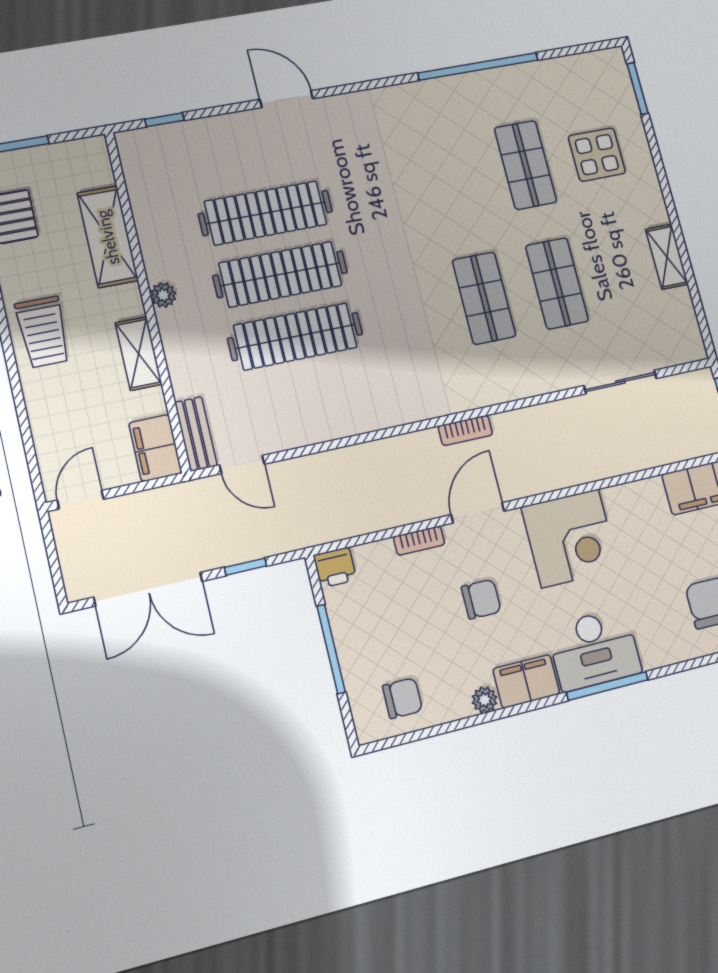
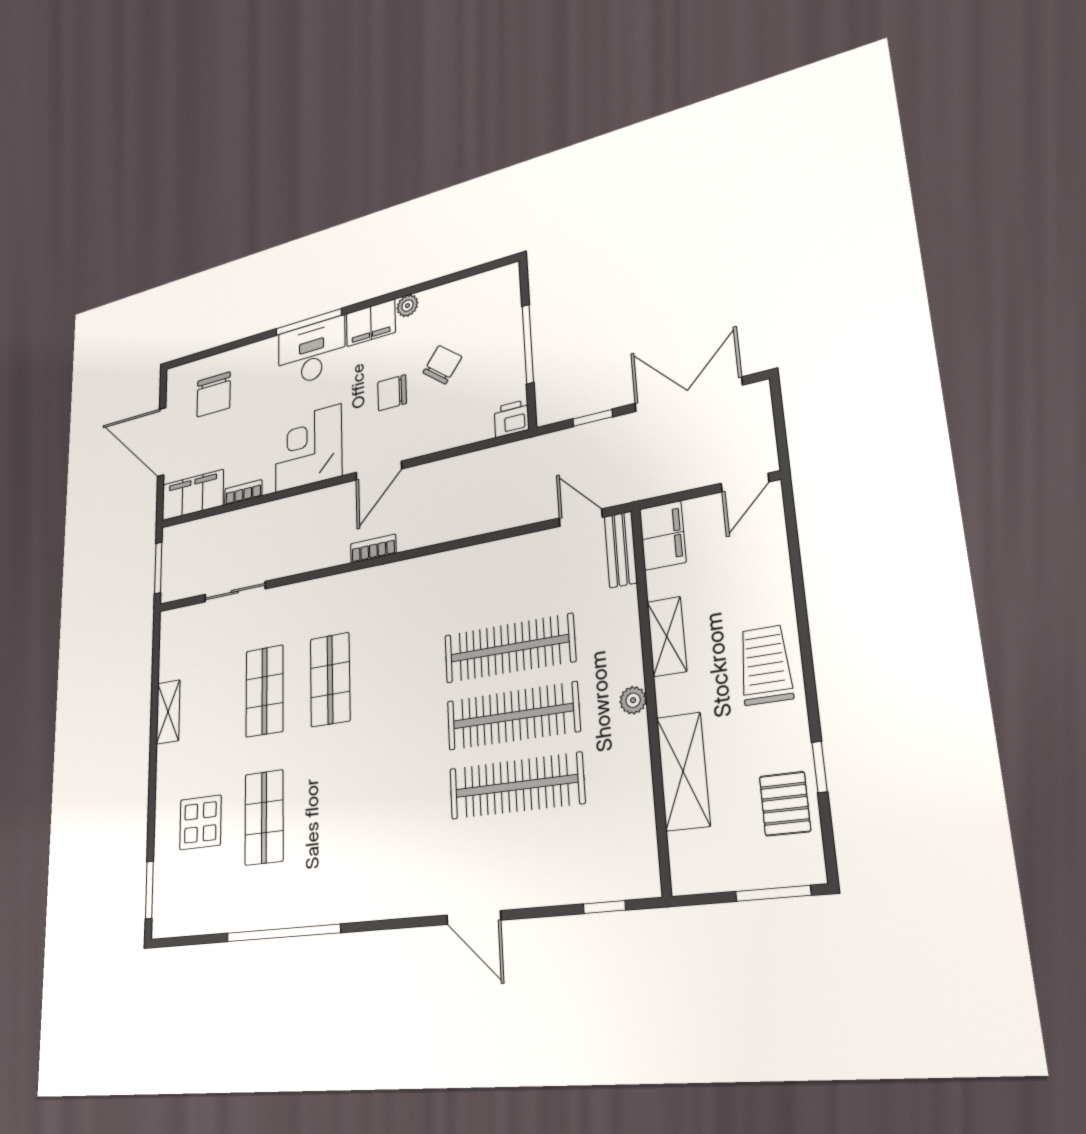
bookcase: (419, 541) -> (243, 492), moved
chair: (402, 698) -> (442, 365), moved, turned 128

